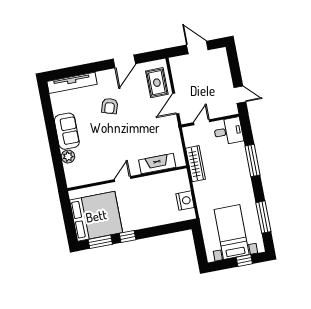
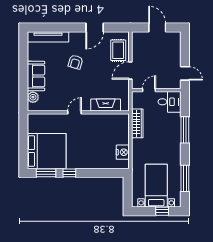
fireplace: (157, 164) -> (106, 105), moved
wall: (127, 178) -> (78, 112), moved
door: (123, 179) -> (74, 112), moved

